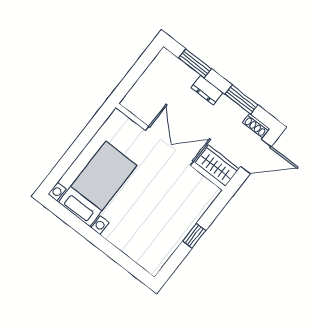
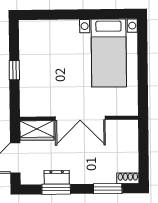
dresser: (207, 90) -> (57, 177), moved
shoe rack: (256, 126) -> (128, 178), moved

